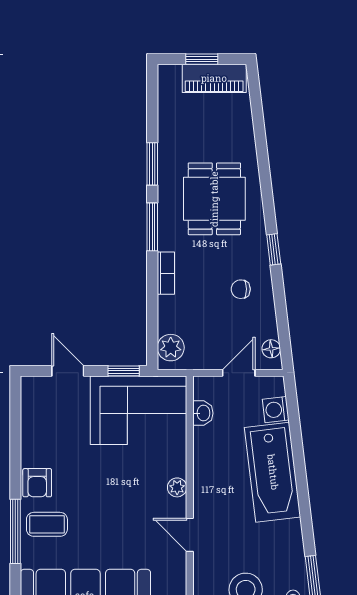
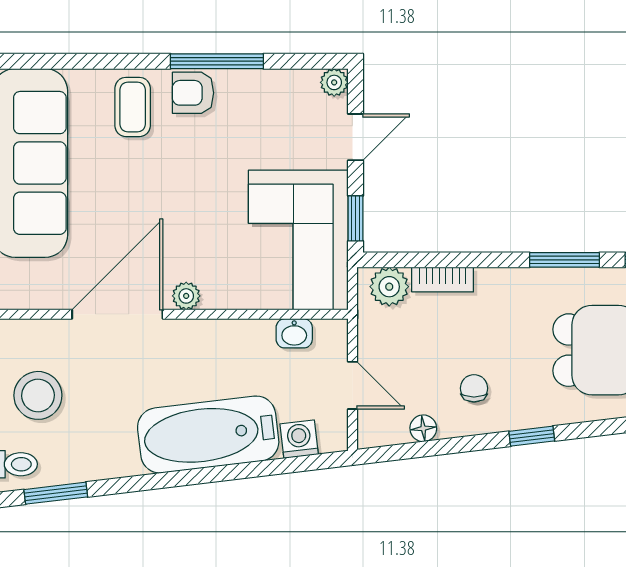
bookcase: (166, 273) -> (443, 280), moved
floor lamp: (271, 349) -> (423, 428), moved
plant: (30, 385) -> (334, 82), added
window: (15, 531) -> (217, 61), moved
door: (190, 535) -> (117, 314), width x1.88

